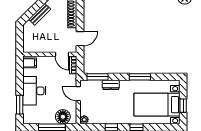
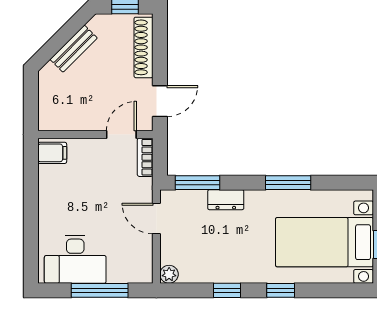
door: (62, 54) -> (121, 135), swing flipped
desk: (34, 91) -> (75, 259), moved, turned -90
window: (20, 105) -> (31, 242), removed
floor lamp: (63, 117) -> (123, 268), removed

